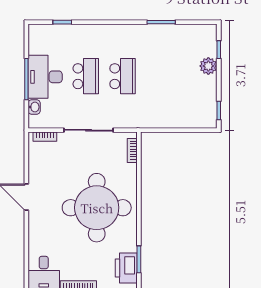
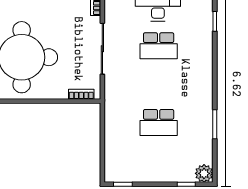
plant: (208, 66) -> (204, 173), moved
school desk: (123, 76) -> (159, 123), moved

